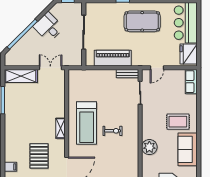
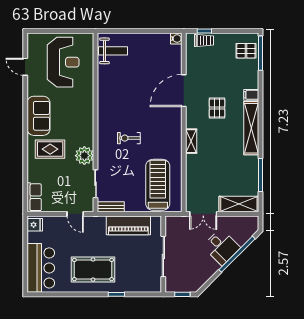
desk: (48, 27) -> (221, 247), moved
fridge: (189, 54) -> (35, 225), width x0.53, depth x0.75
door: (157, 68) -> (75, 214), swing flipped
treadmill: (87, 123) -> (158, 185), moved
shelving: (10, 139) -> (251, 128), added
plant: (149, 147) -> (84, 156), moved
pallet: (39, 156) -> (217, 108), width x0.67, depth x0.71

